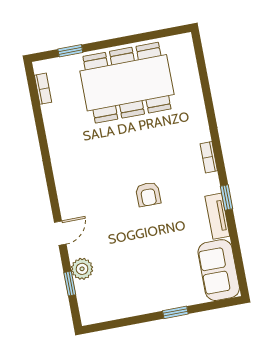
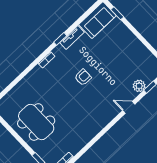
dining table: (127, 83) -> (36, 122), width x0.73, depth x0.80
window: (175, 312) -> (117, 13), moved

